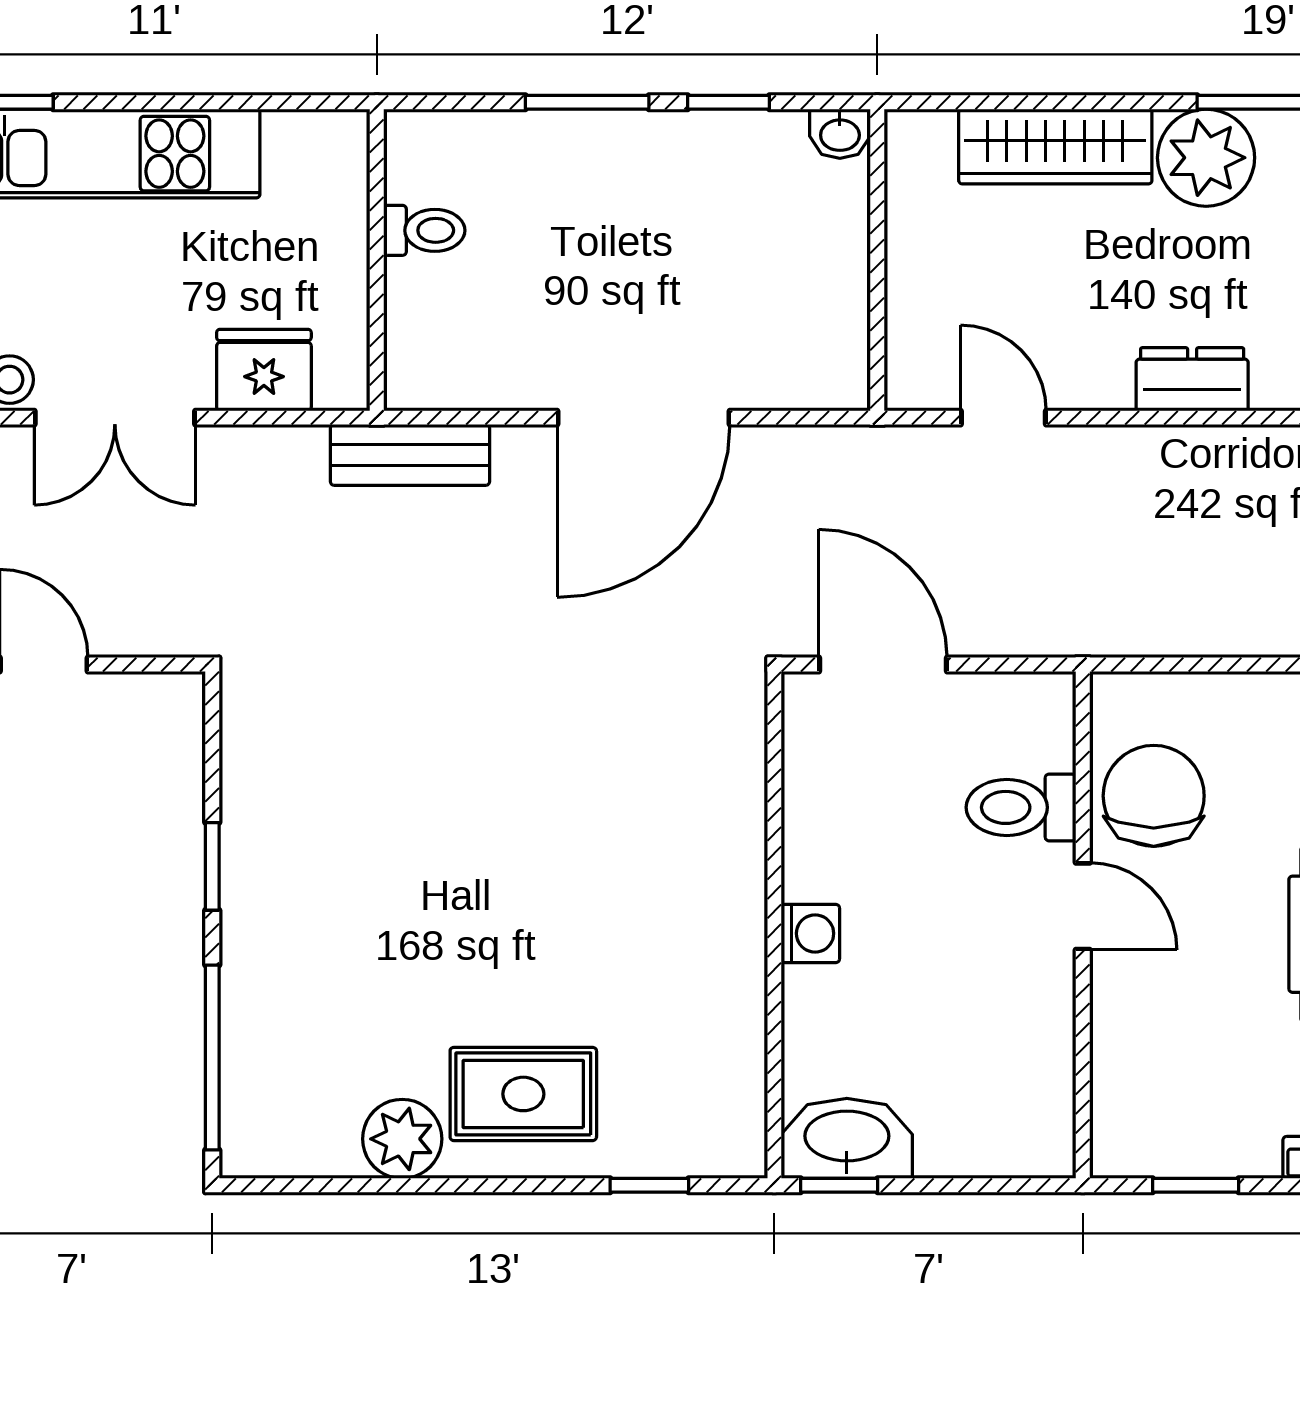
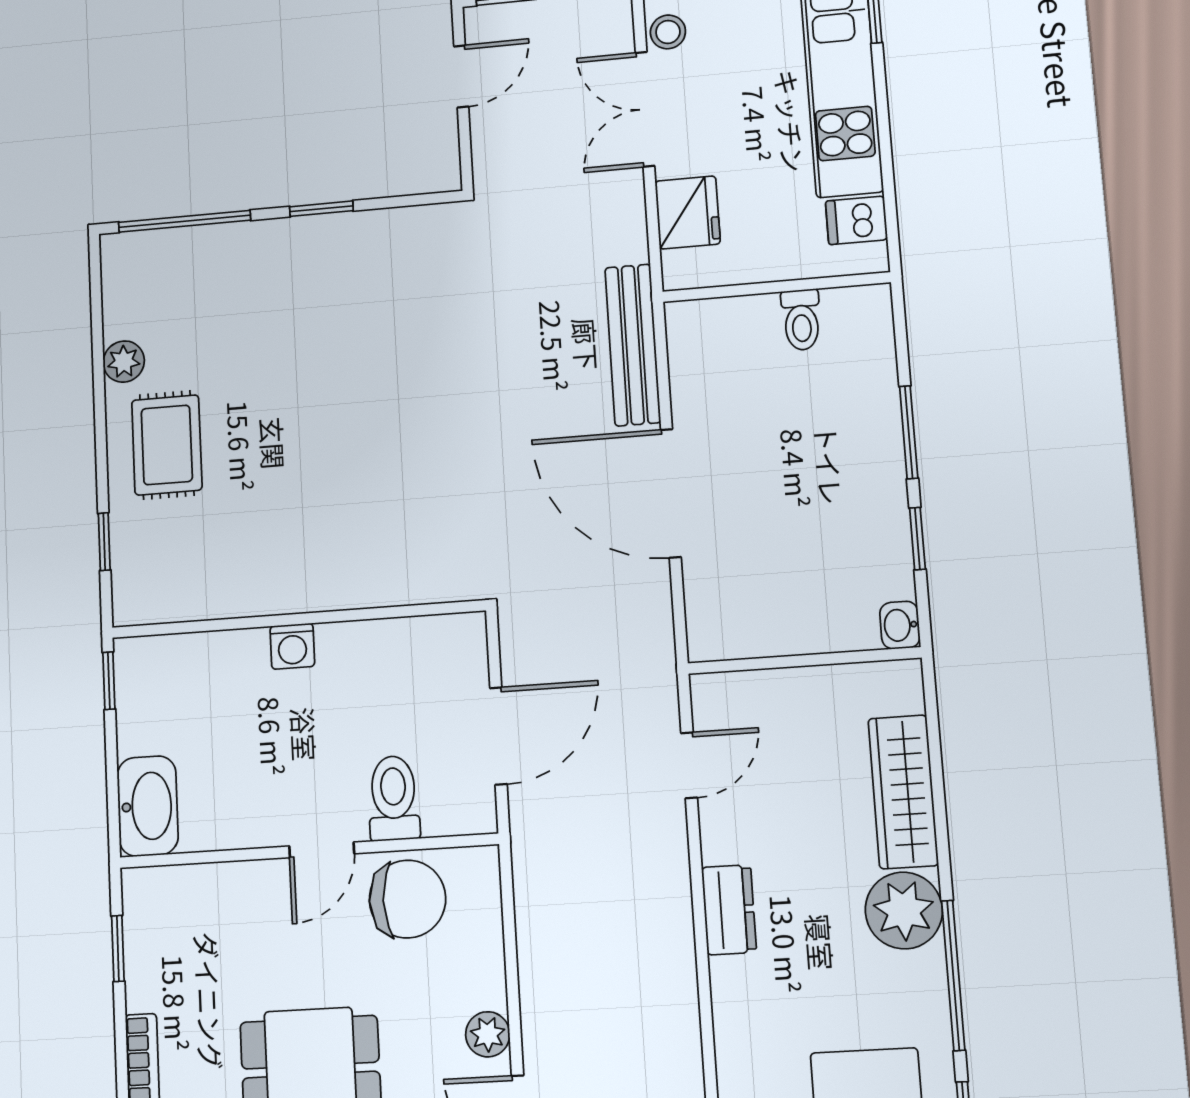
dishwasher: (295, 148) -> (856, 220), added
bench: (410, 455) -> (633, 345), width x1.36
door: (883, 664) -> (498, 736), moved
washbasin: (847, 1138) -> (148, 806), moved
plant: (402, 1139) -> (124, 362), width x0.73, depth x0.73

